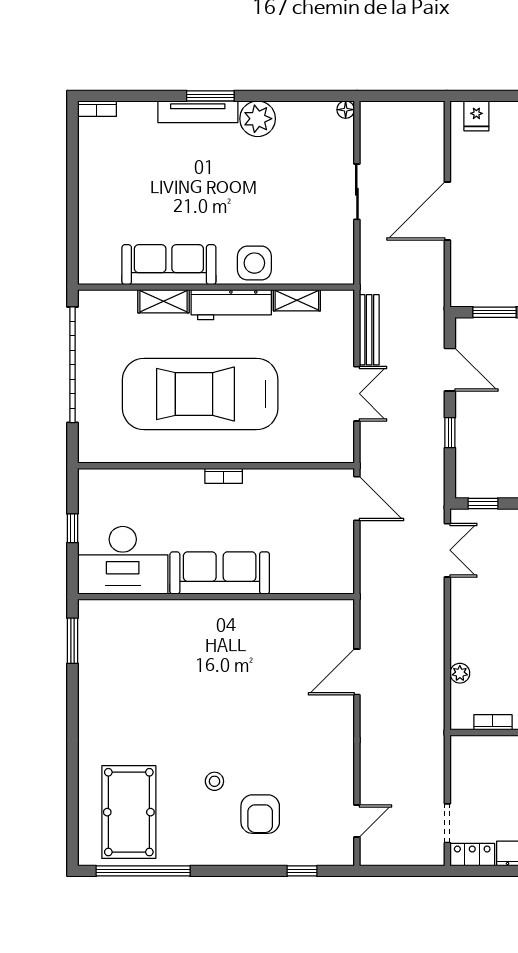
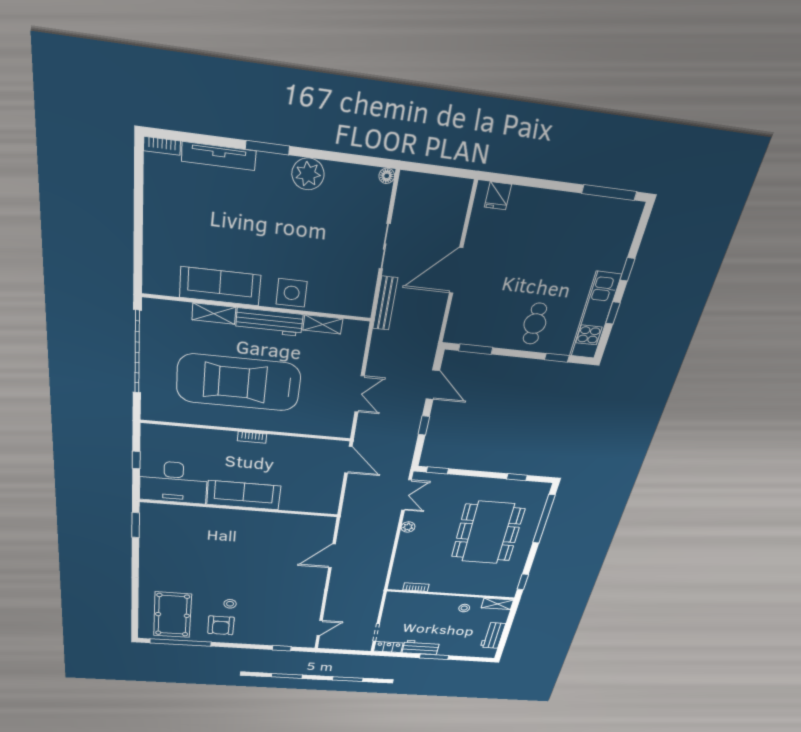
tv unit: (198, 112) -> (219, 156), moved
bench: (369, 330) -> (385, 303), moved
plant: (460, 673) -> (408, 527), moved
armchair: (260, 814) -> (221, 625), moved

